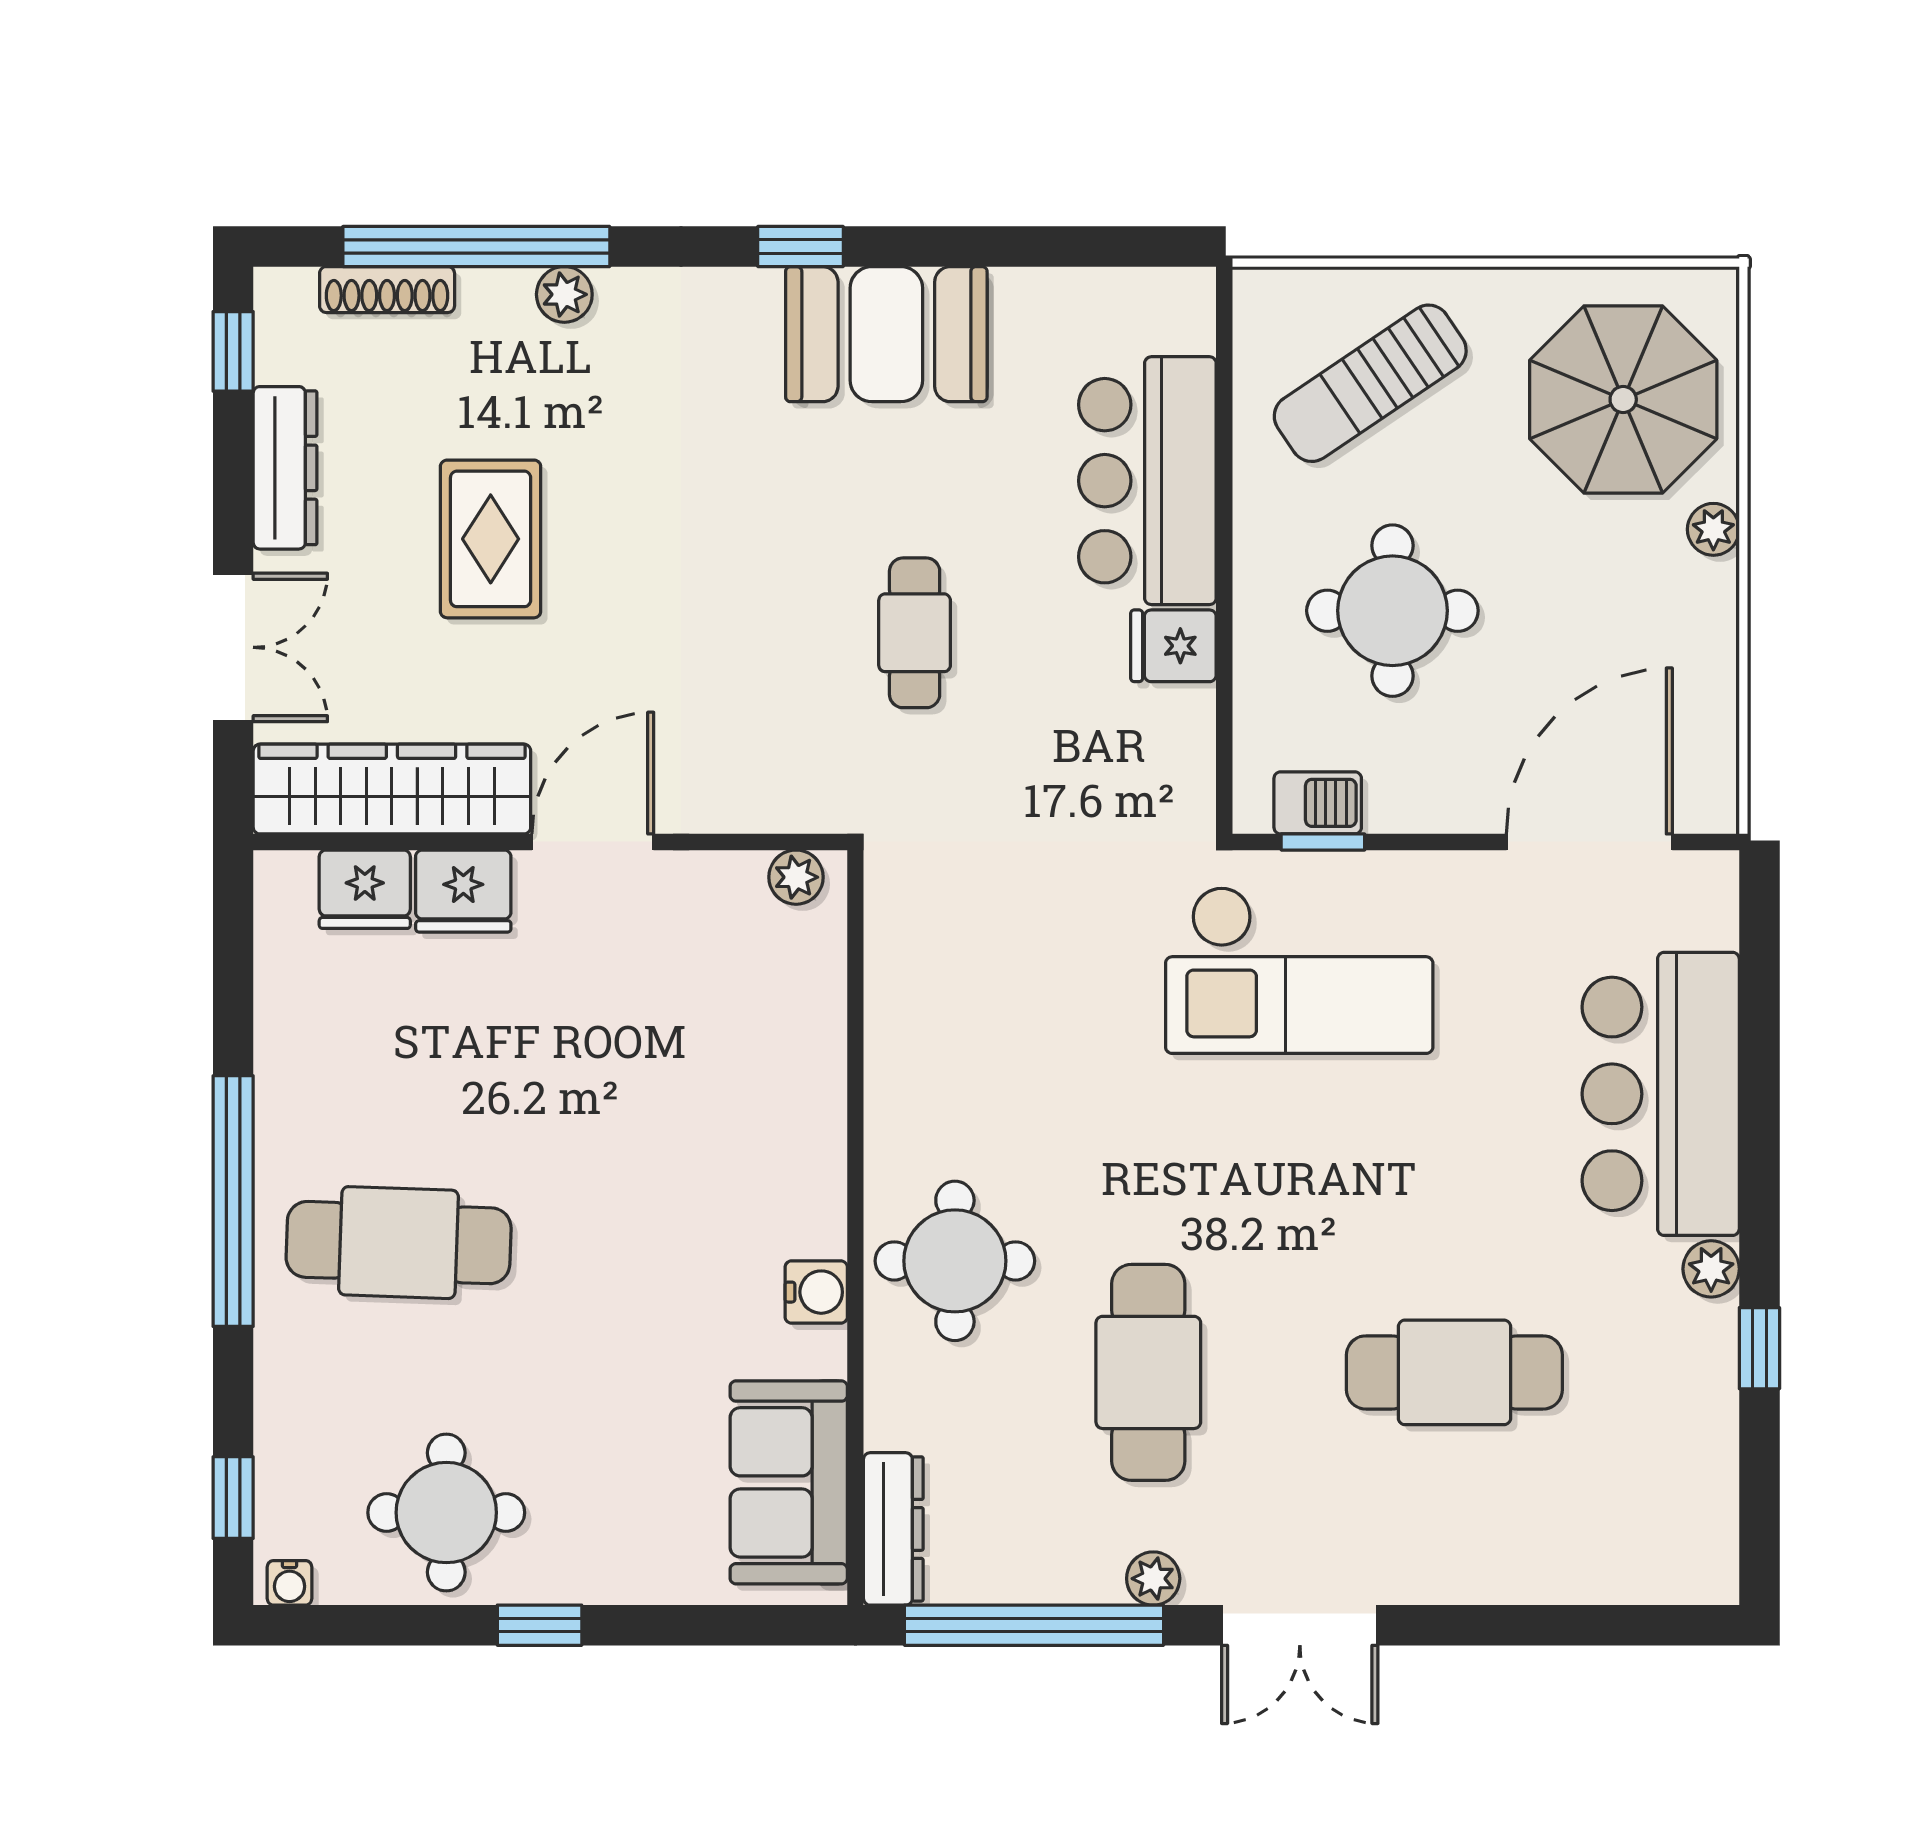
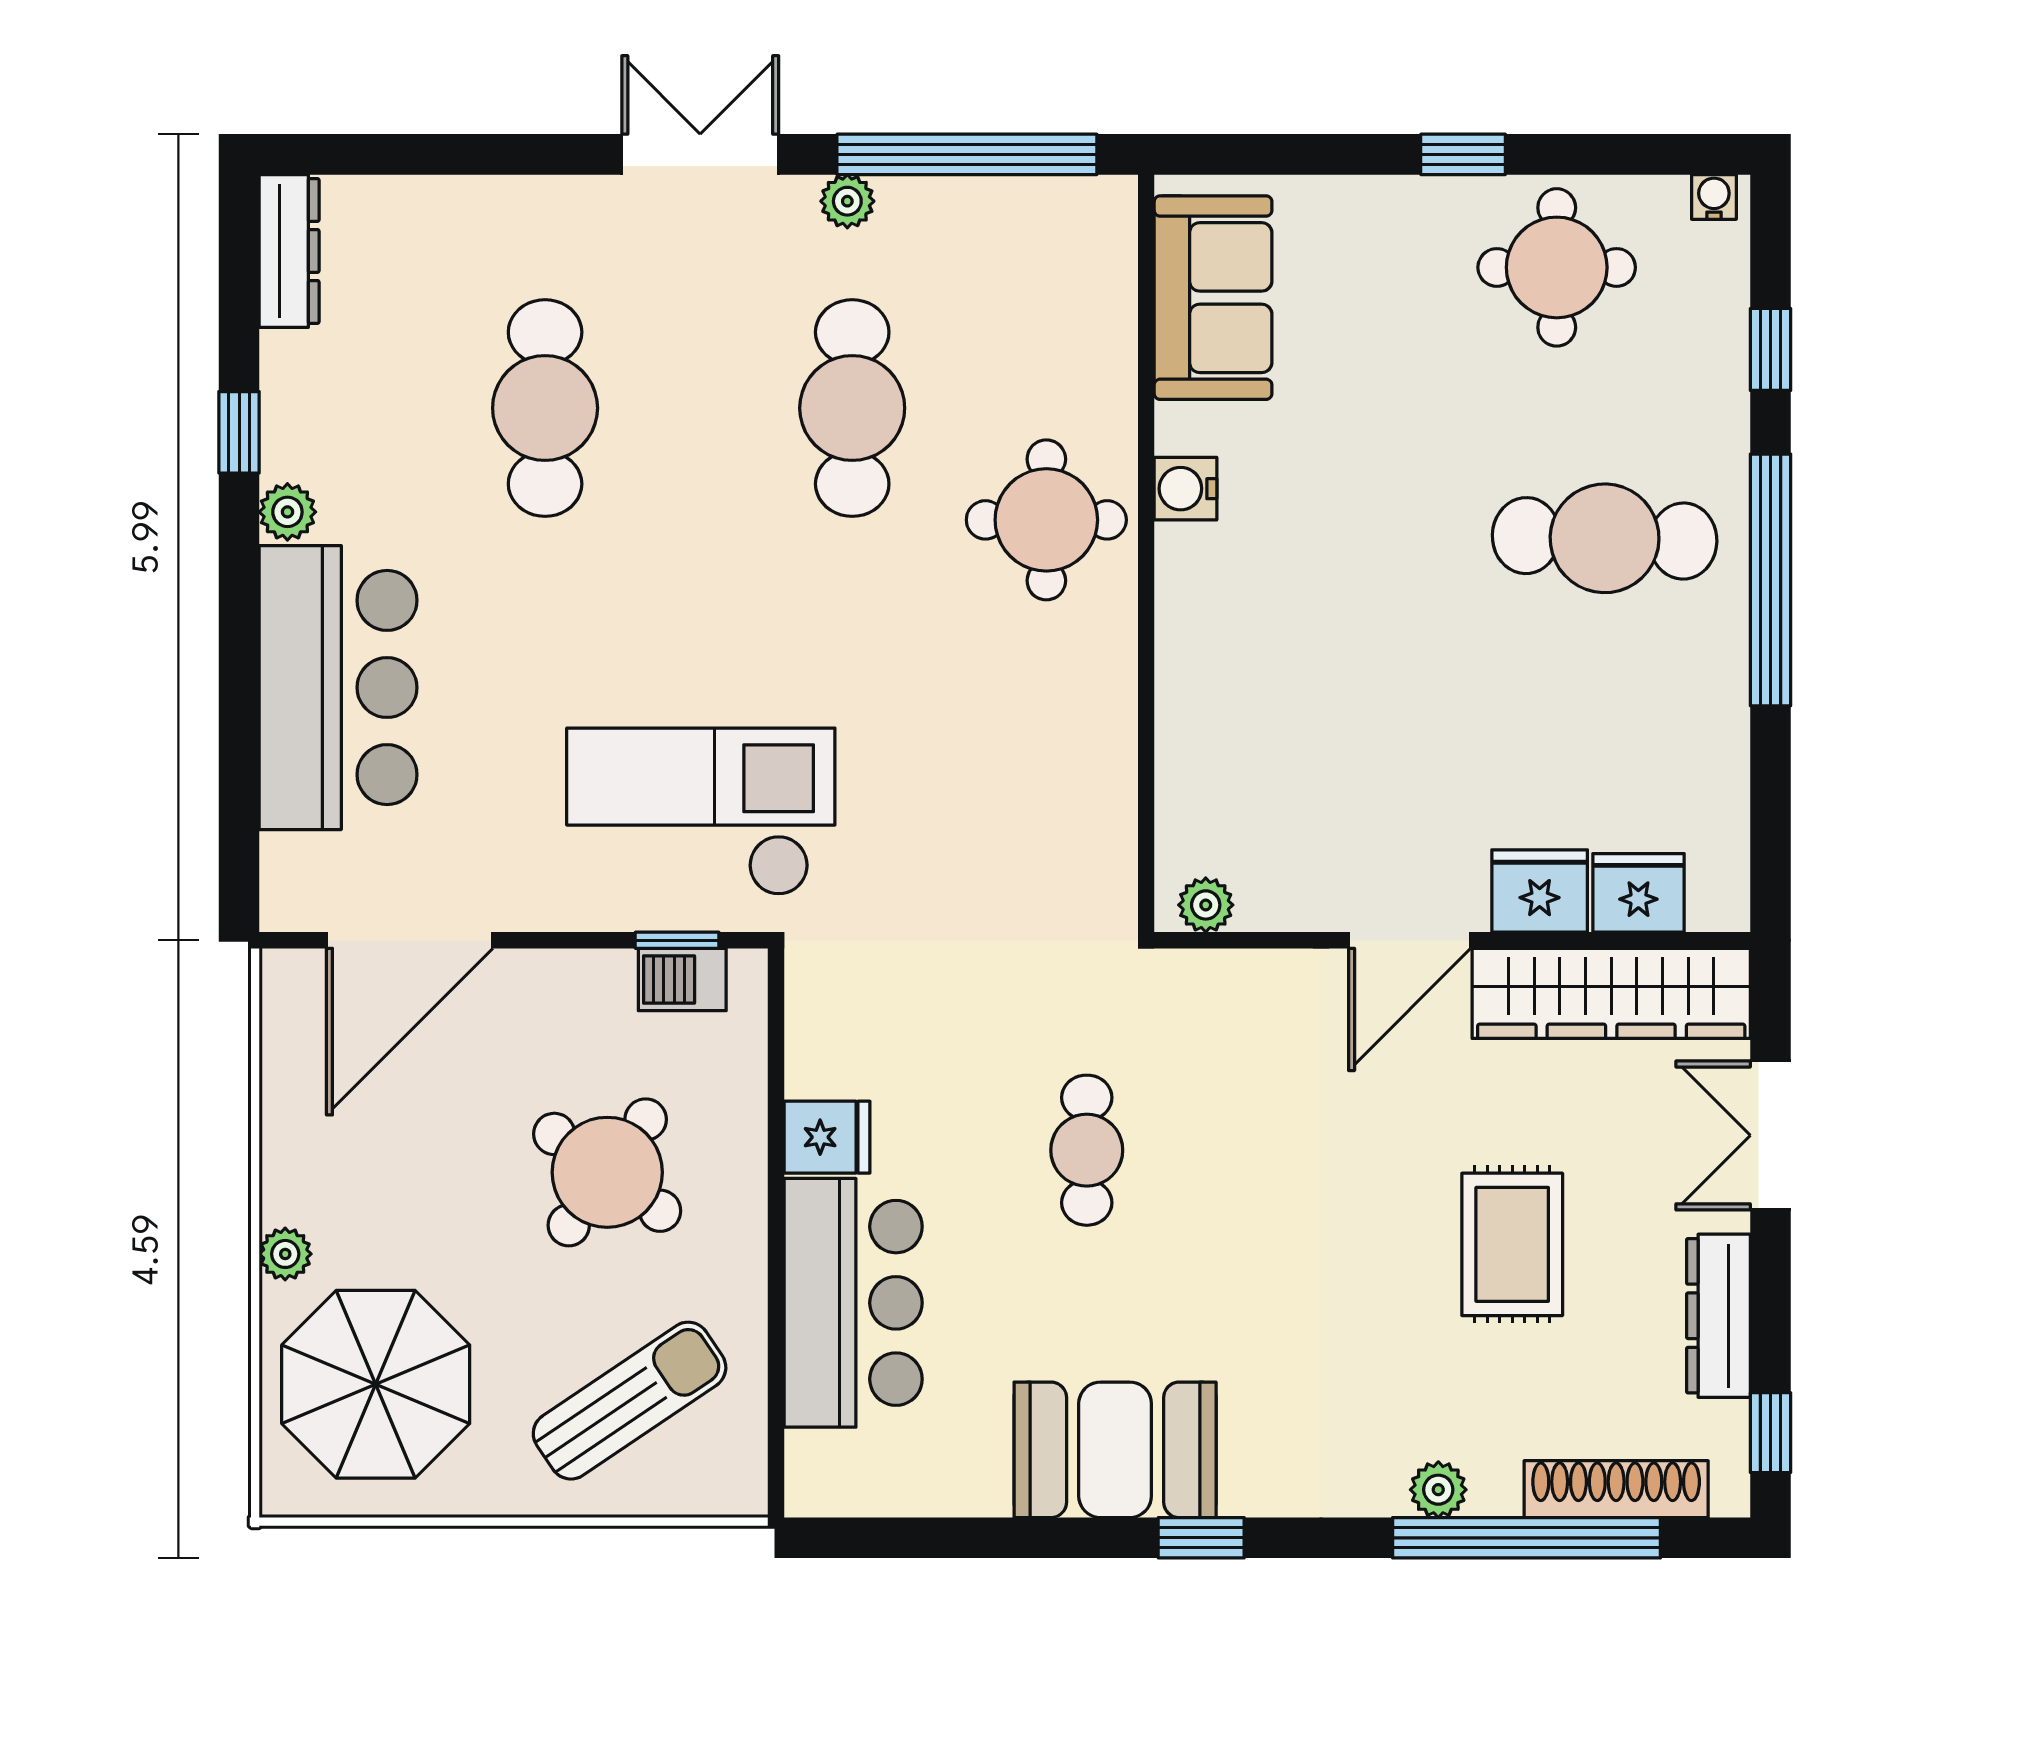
shoe rack: (387, 290) -> (1616, 1489), width x1.36, depth x1.24
round table: (1392, 611) -> (607, 1172), turned 36
cafe table: (1454, 1372) -> (545, 408), turned 90
window: (233, 1498) -> (1771, 349), moved
dresser: (893, 1529) -> (289, 251), moved, turned 180

